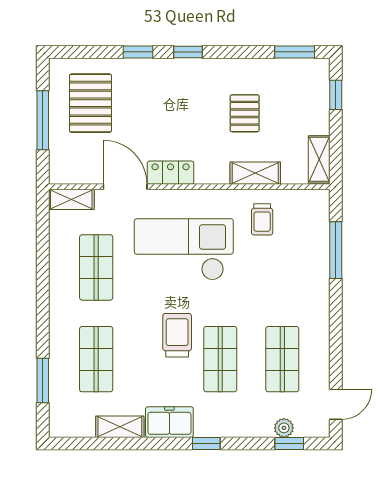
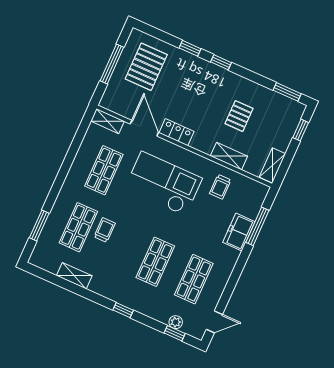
trolley: (177, 335) -> (105, 230), moved, width x0.73, depth x0.72
freezer: (169, 422) -> (239, 232), moved, turned -90

